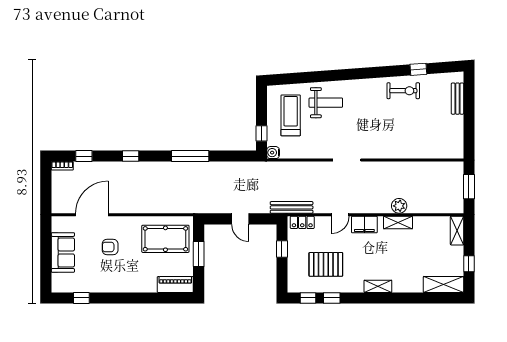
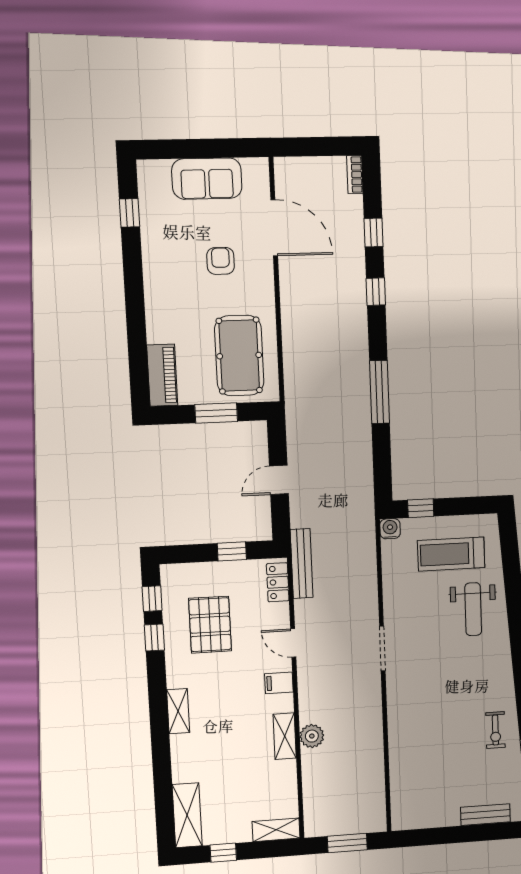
exercise bike: (403, 91) -> (495, 730), width x0.73, depth x0.72
treadmill: (291, 115) -> (451, 554), turned 180
window: (84, 156) -> (374, 233), moved
filing cabinet: (364, 225) -> (279, 683), width x0.50

